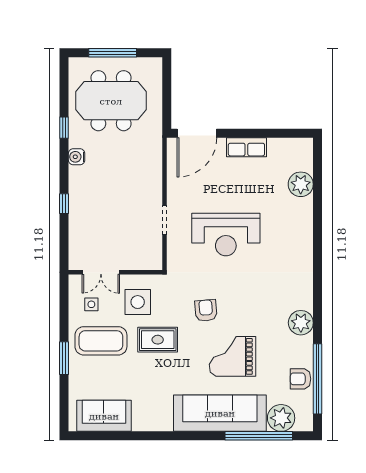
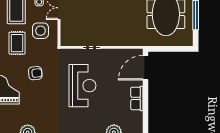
door: (197, 133) -> (146, 68), hinge flipped
reception desk: (226, 235) -> (82, 86), turned 180

